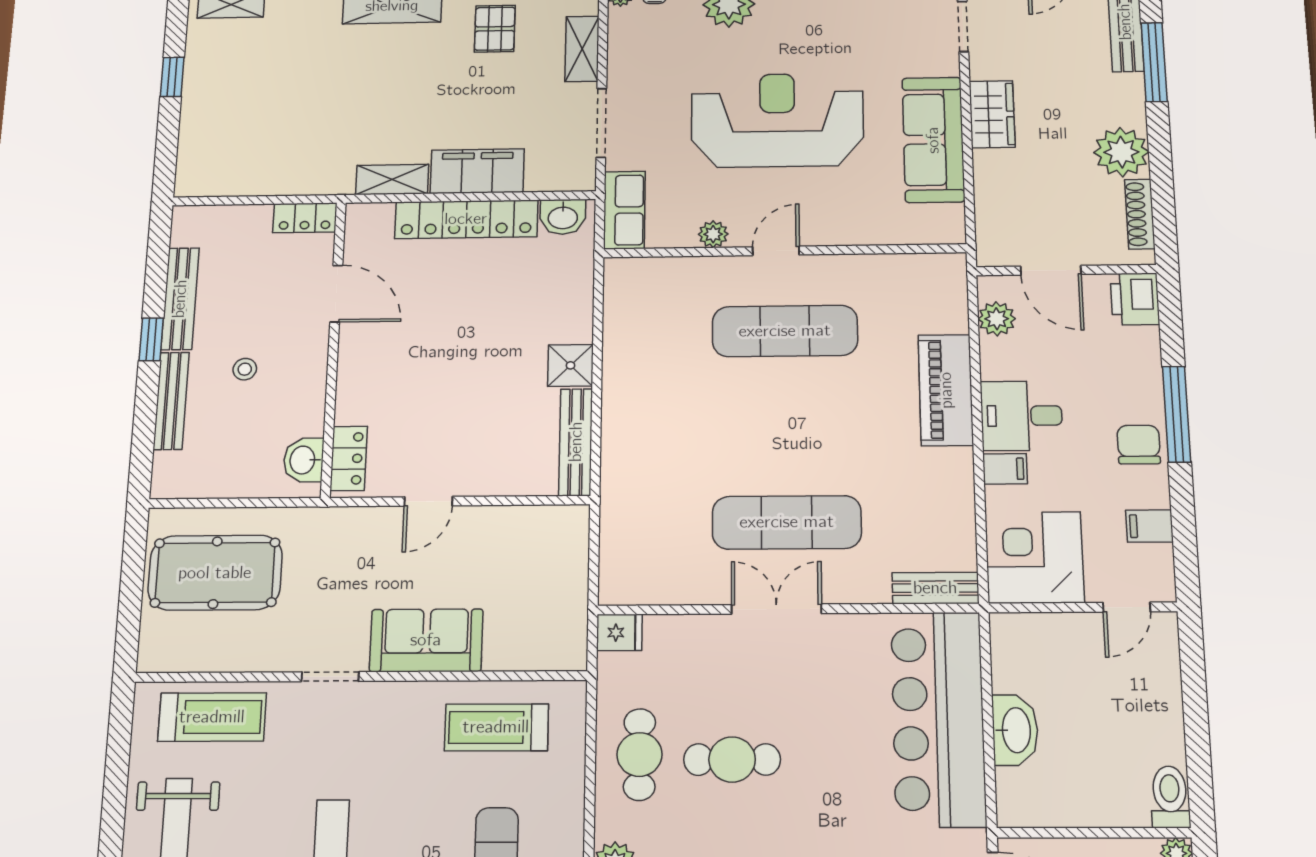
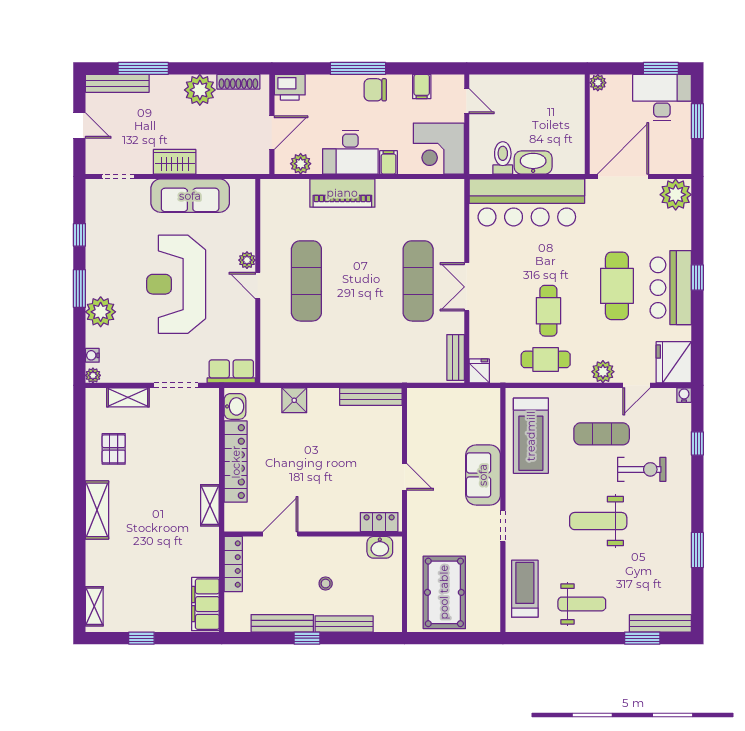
pallet: (495, 29) -> (114, 449), turned 90
filing cabinet: (477, 171) -> (205, 604), moved
locker: (305, 218) -> (233, 564), width x1.53
plant: (713, 234) -> (247, 260), moved
shower: (570, 365) -> (294, 400), moved
desk: (1021, 416) -> (350, 152), width x1.37
bench: (935, 588) -> (456, 357), moved
treadmill: (496, 727) -> (531, 436), width x1.37, depth x1.38
toilet: (1170, 797) -> (503, 158), moved, turned 90

